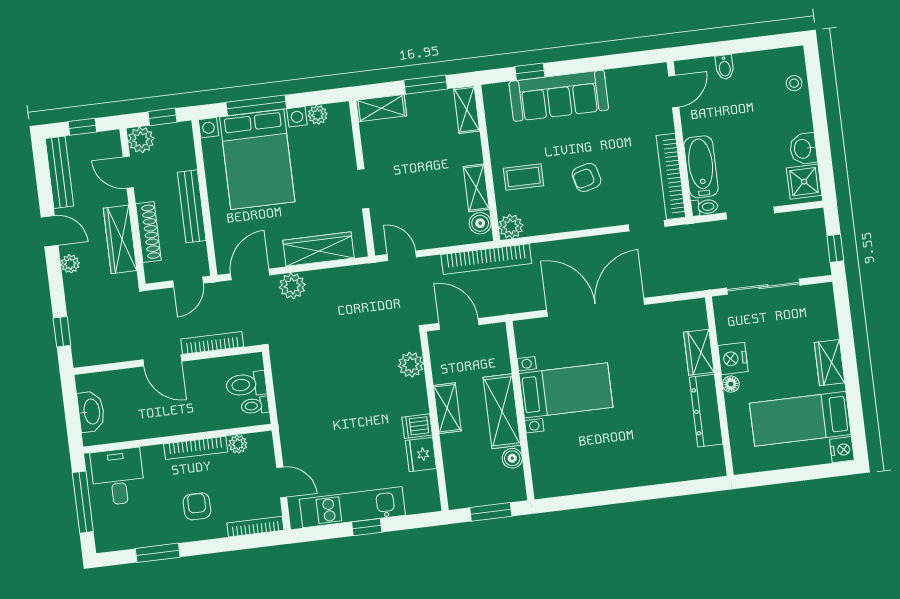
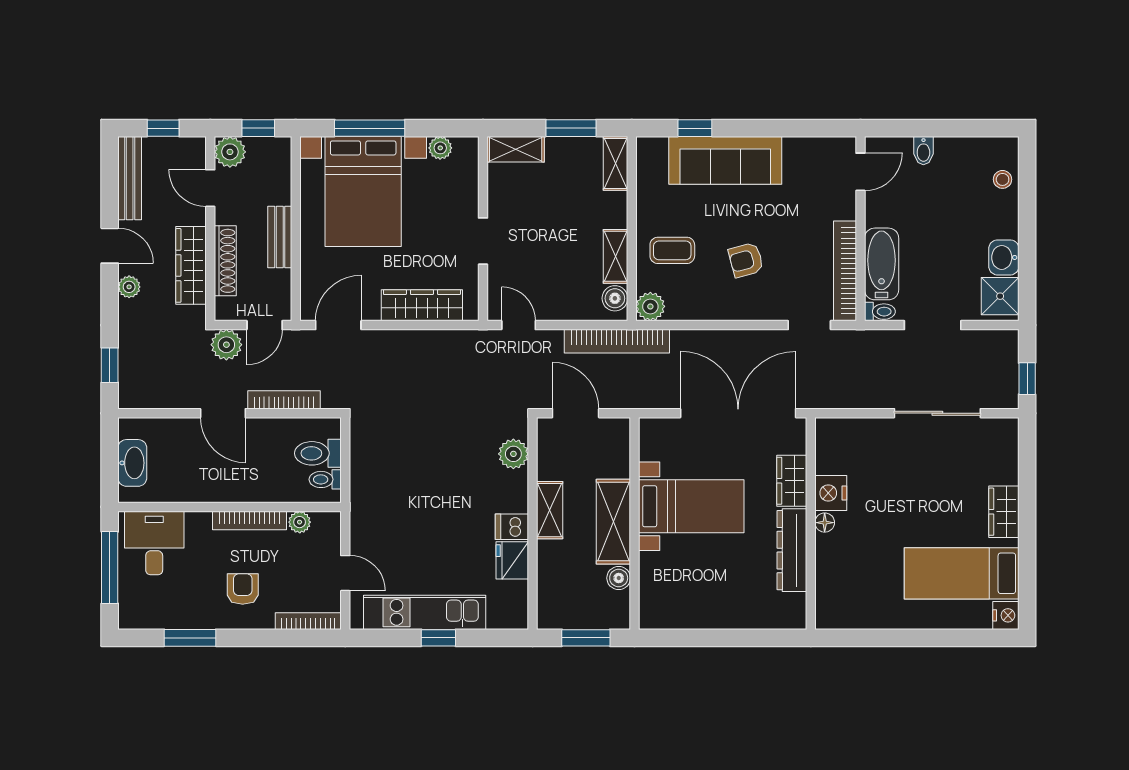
bench: (192, 206) -> (280, 237), width x0.73
plant: (292, 286) -> (226, 345), moved
wardrobe: (699, 352) -> (792, 481), moved
nightstand: (733, 359) -> (831, 493), moved
floor lamp: (731, 384) -> (825, 523), moved
wall: (719, 386) -> (811, 523), moved
dresser: (706, 411) -> (792, 550), moved

